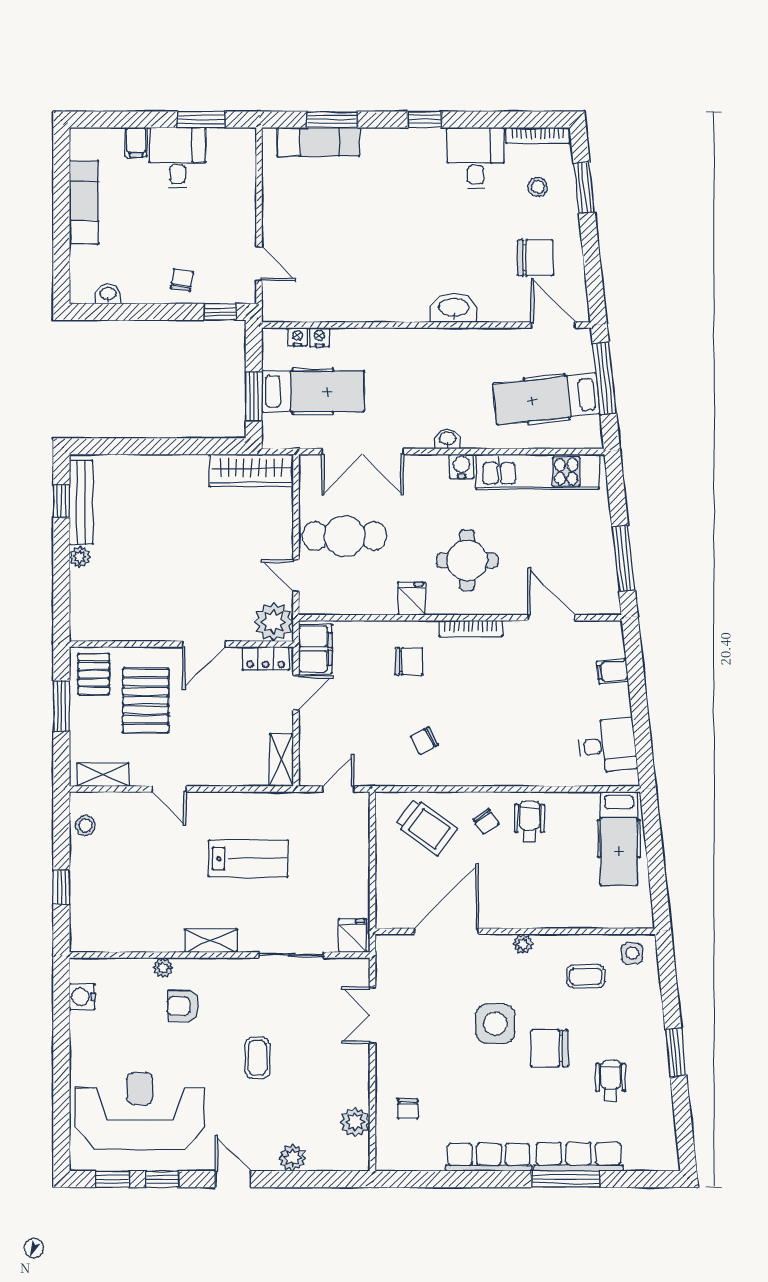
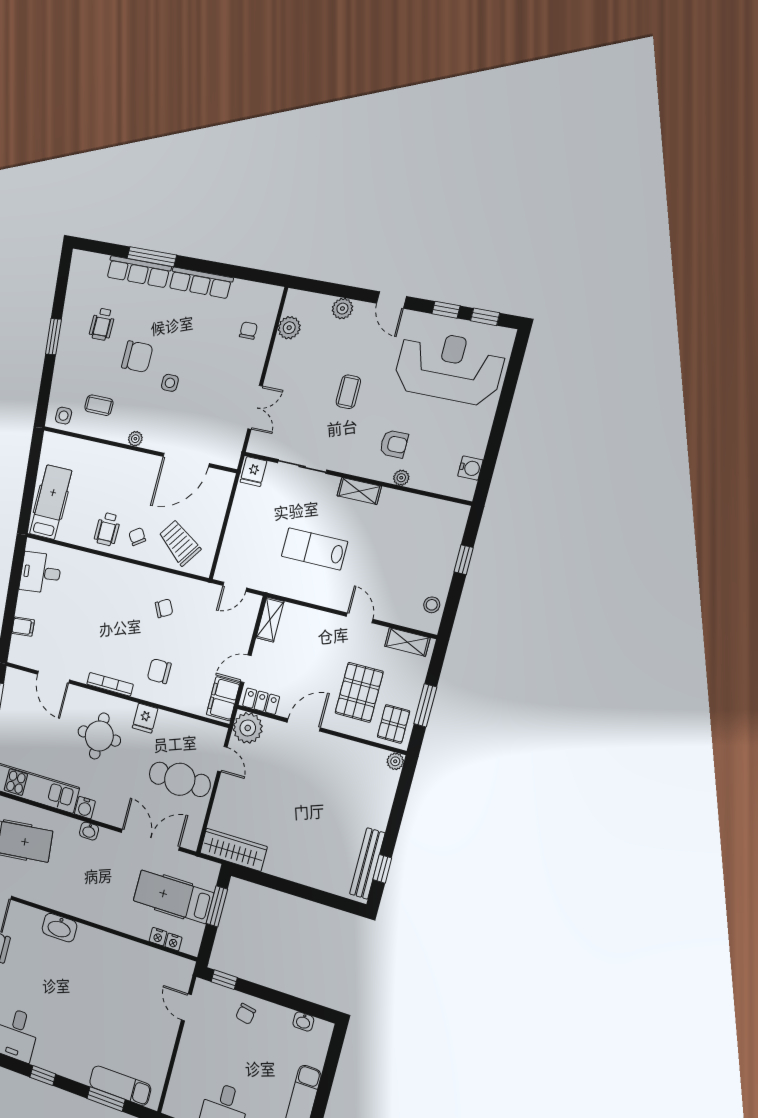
plant: (80, 557) -> (395, 761), moved
side table: (495, 1024) -> (170, 383), width x0.54, depth x0.54
reception desk: (140, 1111) -> (449, 367), turned 180

